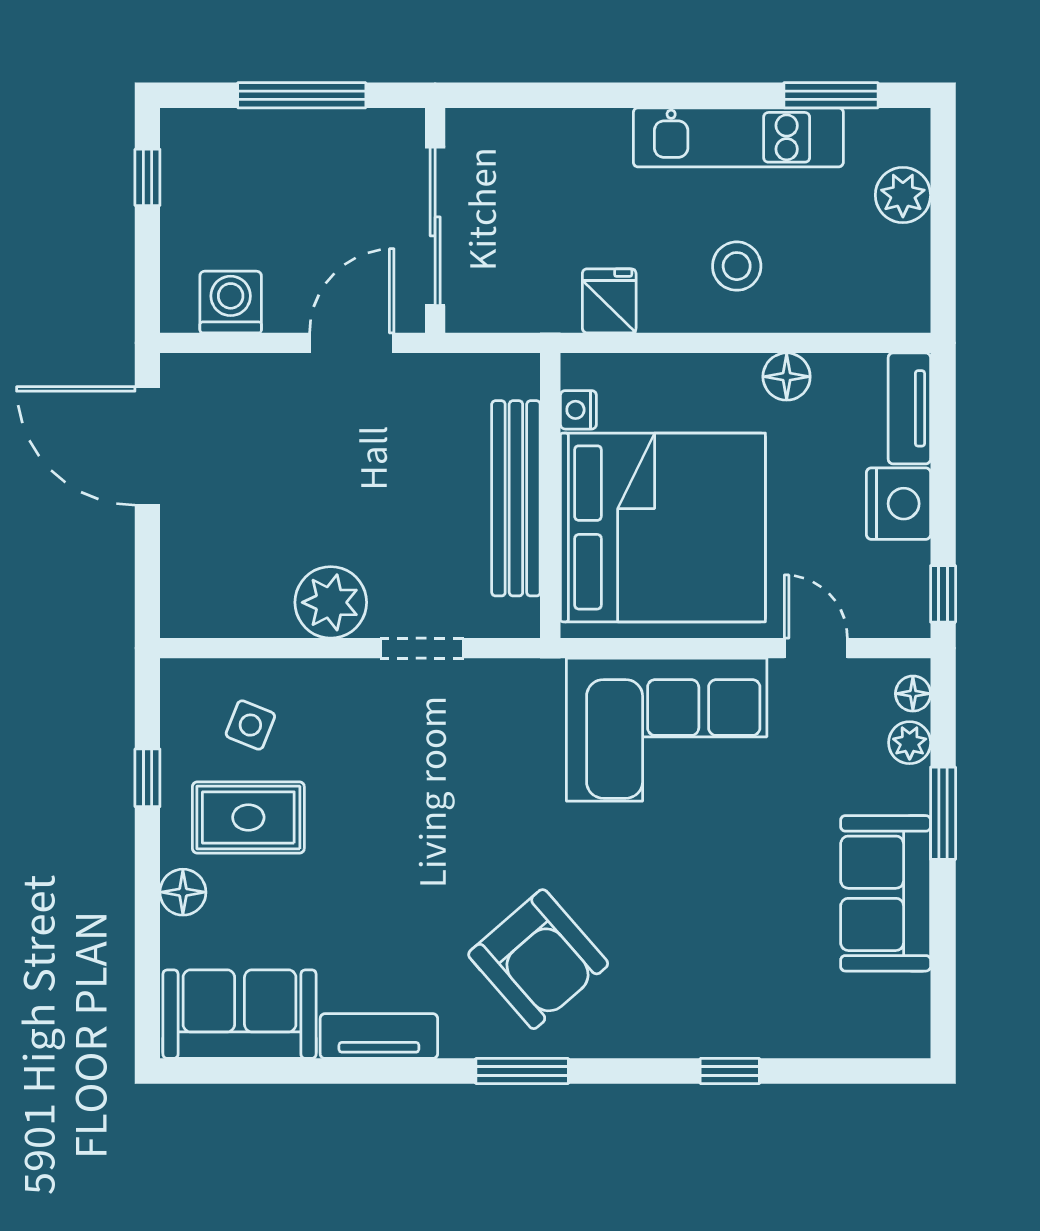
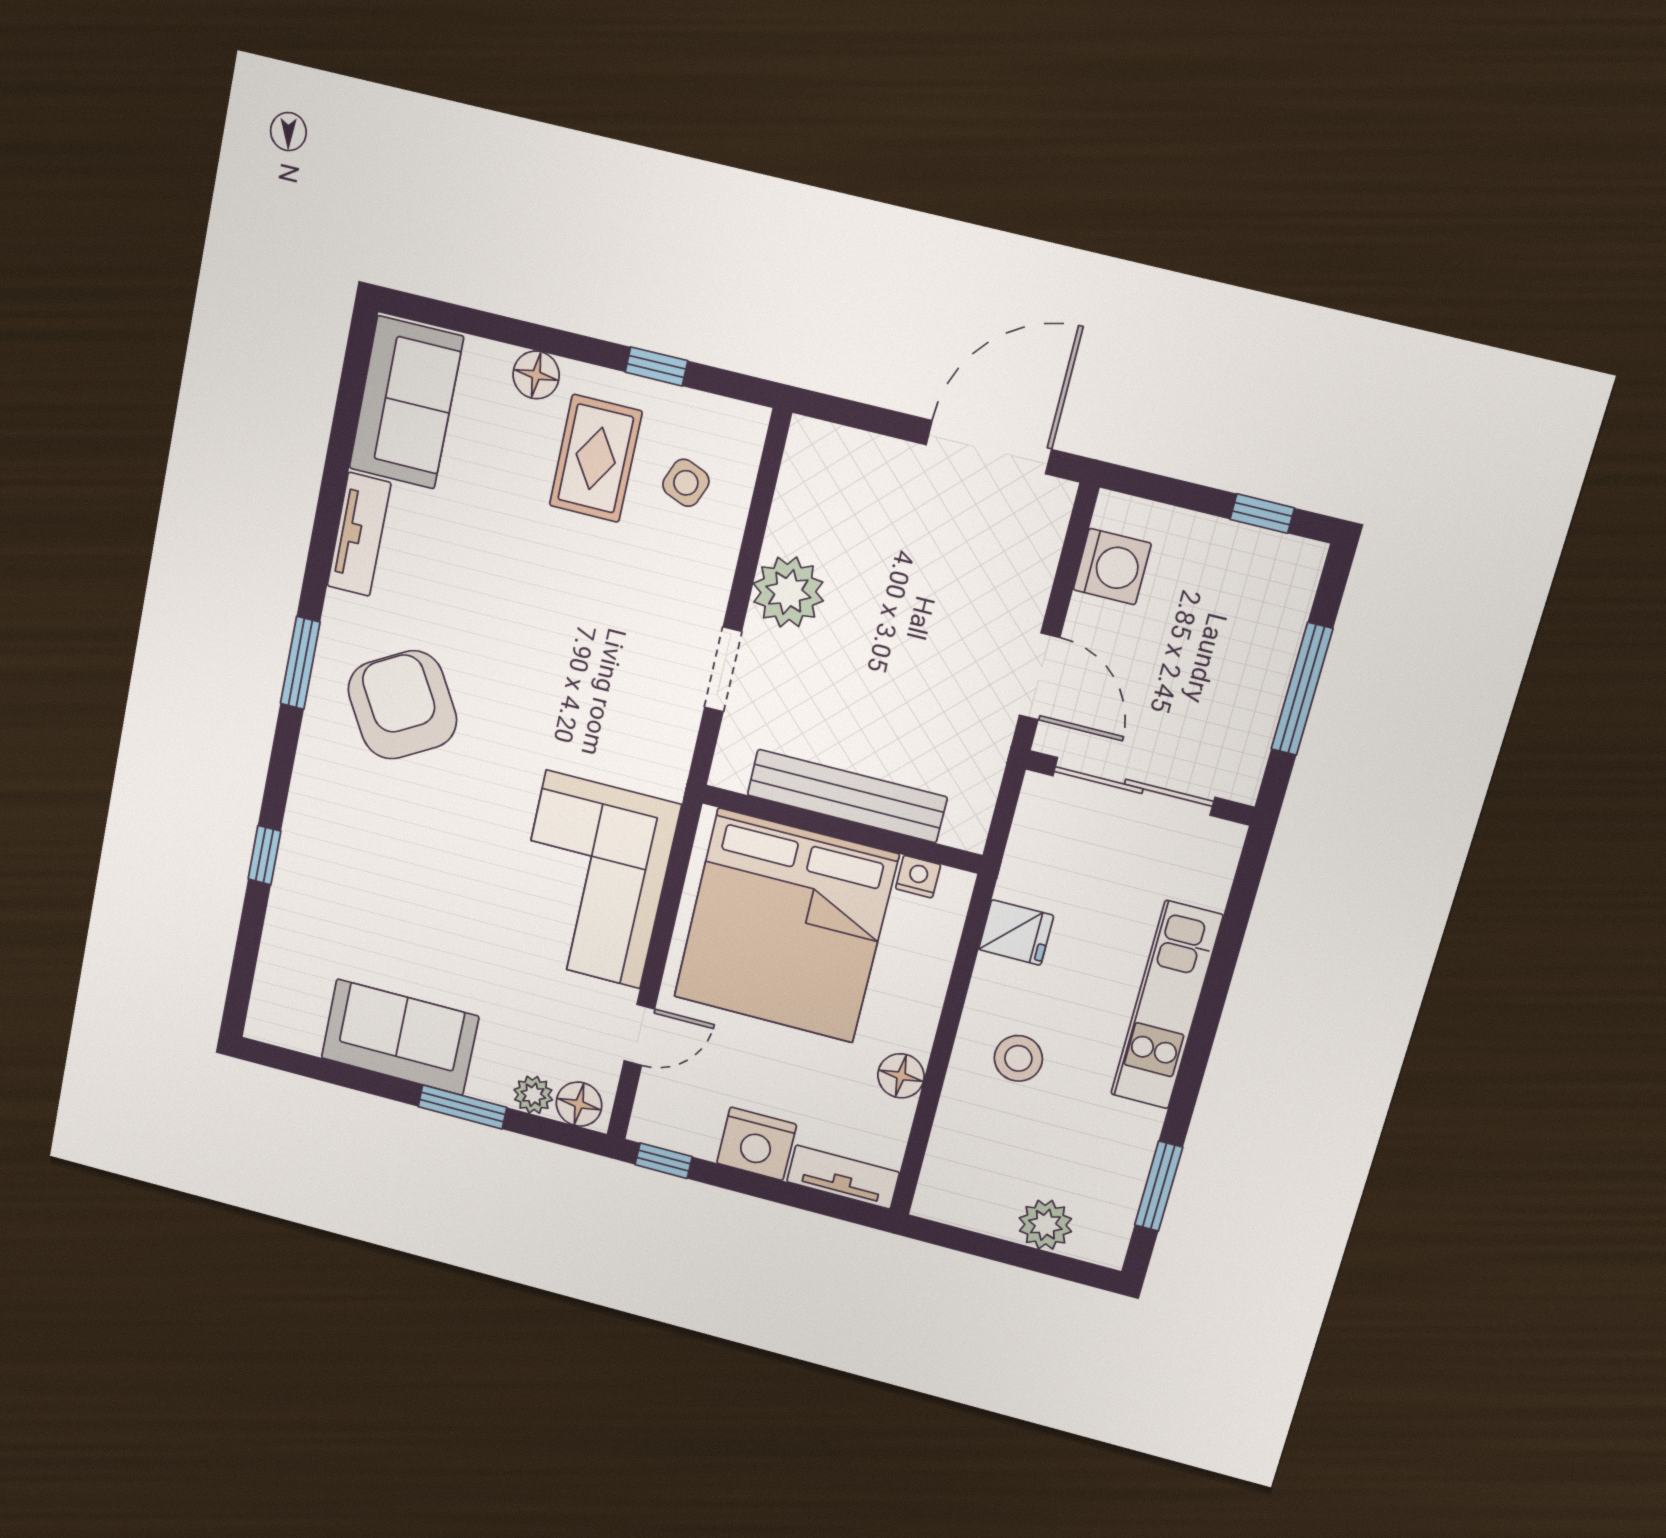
kitchen unit: (738, 137) -> (1167, 1005), moved
floor lamp: (913, 694) -> (579, 1104), width x1.37, depth x1.37
armchair: (538, 959) -> (402, 705), turned 101

